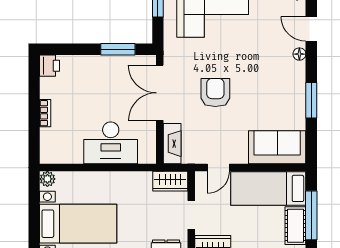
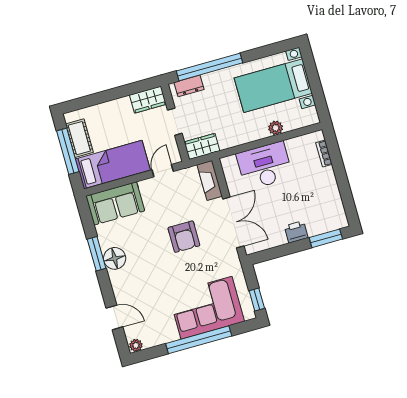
window: (118, 49) -> (326, 238), moved
floor lamp: (299, 54) -> (115, 258), moved, width x1.89, depth x1.89
printer: (50, 66) -> (296, 232), moved, turned 90
bookcase: (45, 113) -> (324, 154), moved
plant: (47, 179) -> (276, 128), moved

